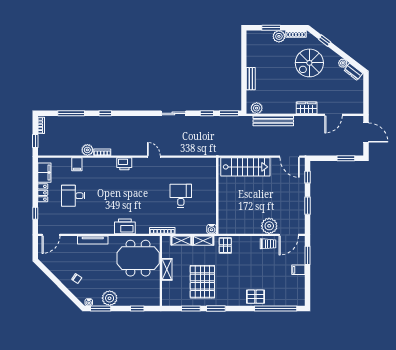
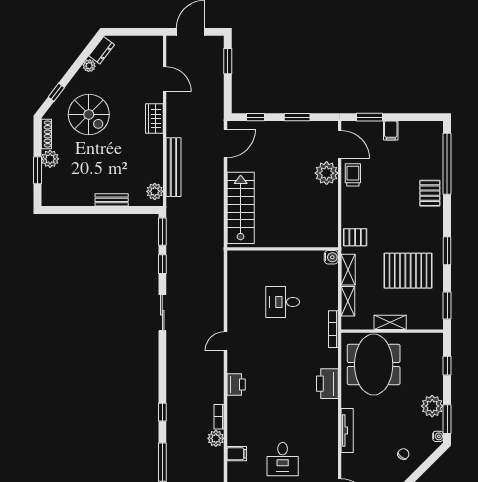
window: (191, 308) -> (447, 306), moved

